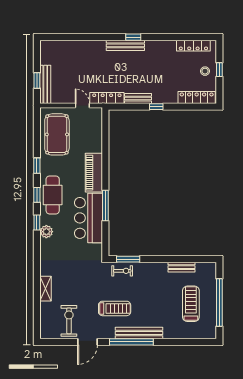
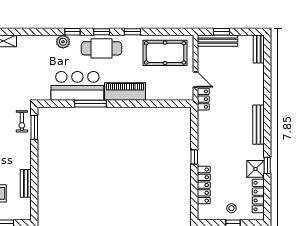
window: (133, 37) -> (267, 165), moved
shower: (167, 48) -> (255, 169), added
locker: (107, 98) -> (203, 99), width x0.66
locker: (197, 98) -> (204, 185), moved
bench: (138, 99) -> (259, 49), moved
door: (82, 105) -> (195, 80), hinge flipped

